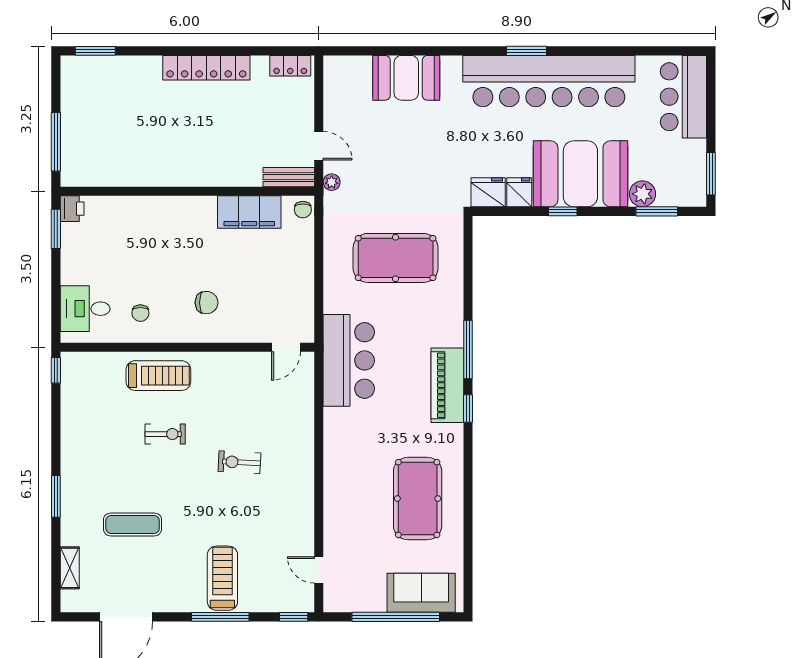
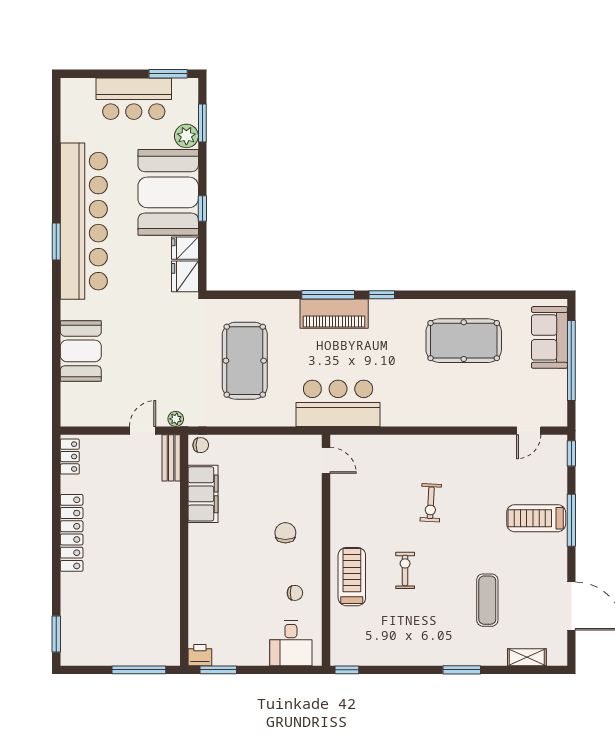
bar counter: (683, 97) -> (134, 99), moved
piano: (447, 385) -> (334, 314), moved

